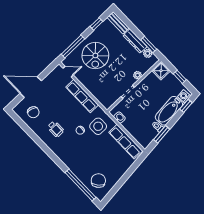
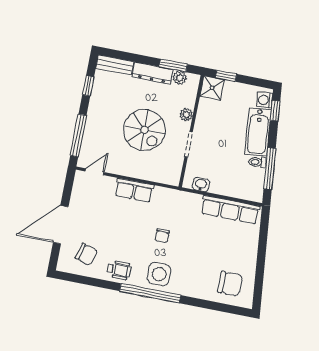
spiral stairs: (95, 56) -> (144, 130), moved
window: (180, 77) -> (226, 76), moved
row of seats: (82, 96) -> (134, 190), width x0.68
side table: (98, 126) -> (159, 274), moved
wheelchair: (56, 129) -> (119, 270), moved
window: (162, 134) -> (270, 168), width x1.44
chair: (98, 181) -> (230, 284), turned 130
window: (80, 185) -> (150, 293), moved

